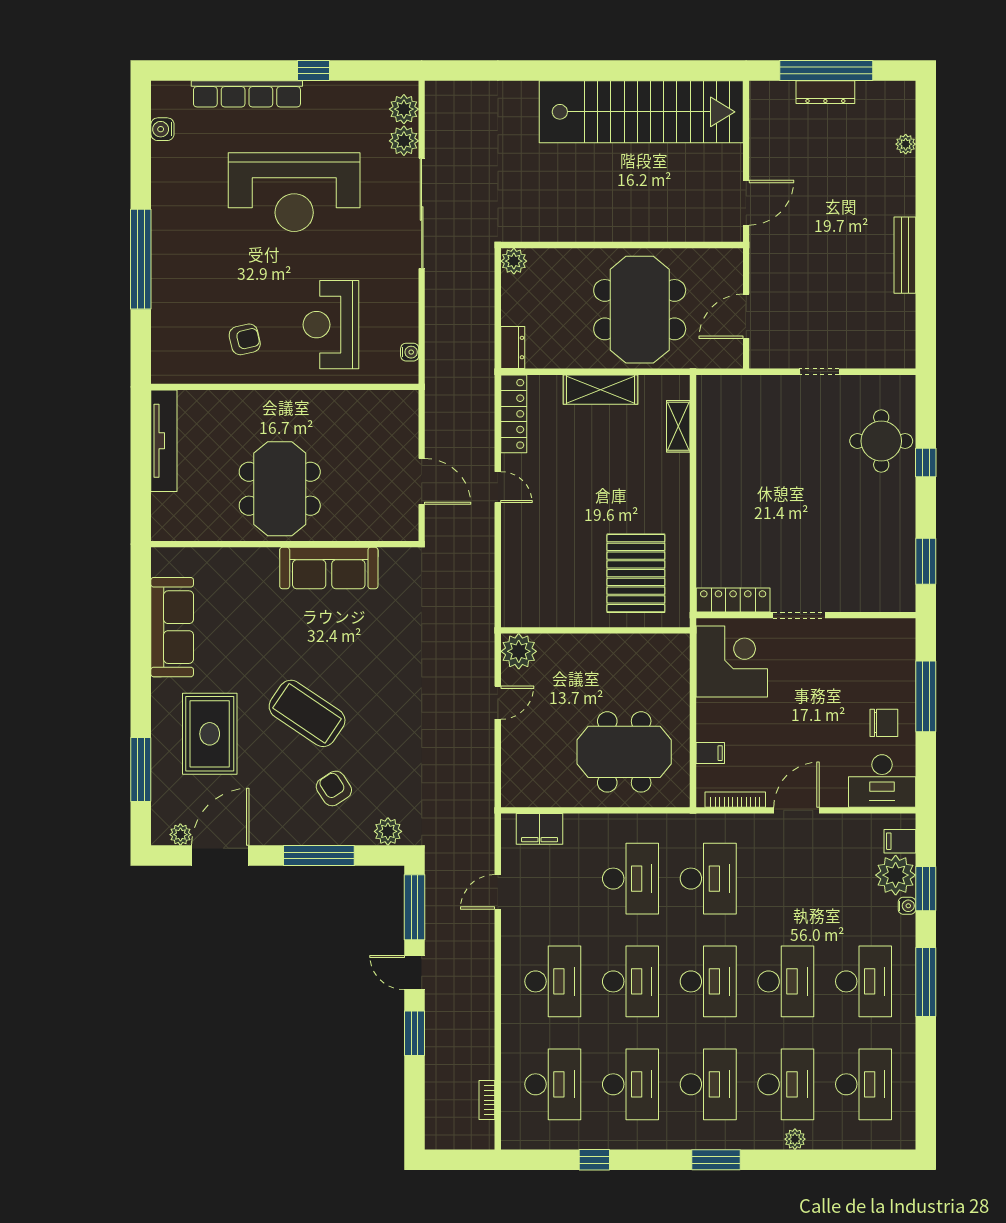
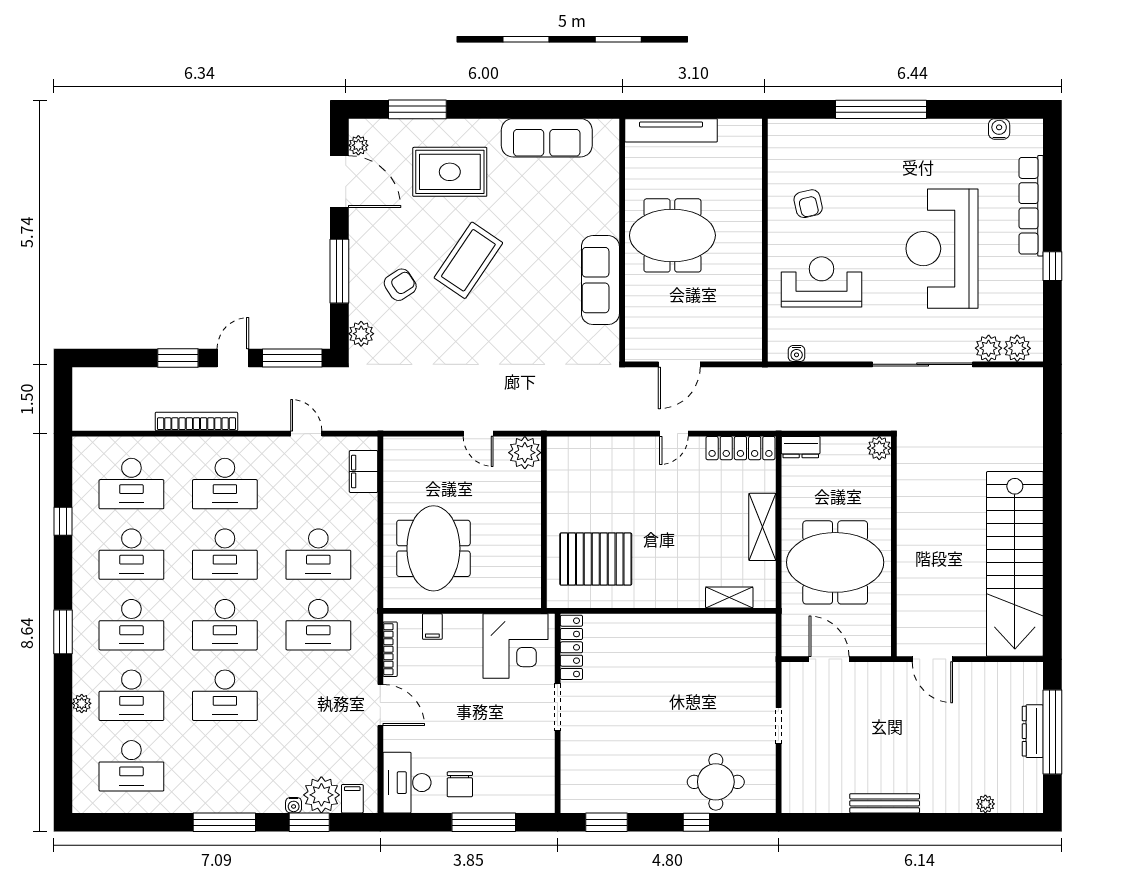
tv unit: (164, 441) -> (671, 130), moved
desk: (864, 981) -> (225, 766), removed
bookcase: (487, 1100) -> (196, 421), moved, width x2.31, depth x1.31

